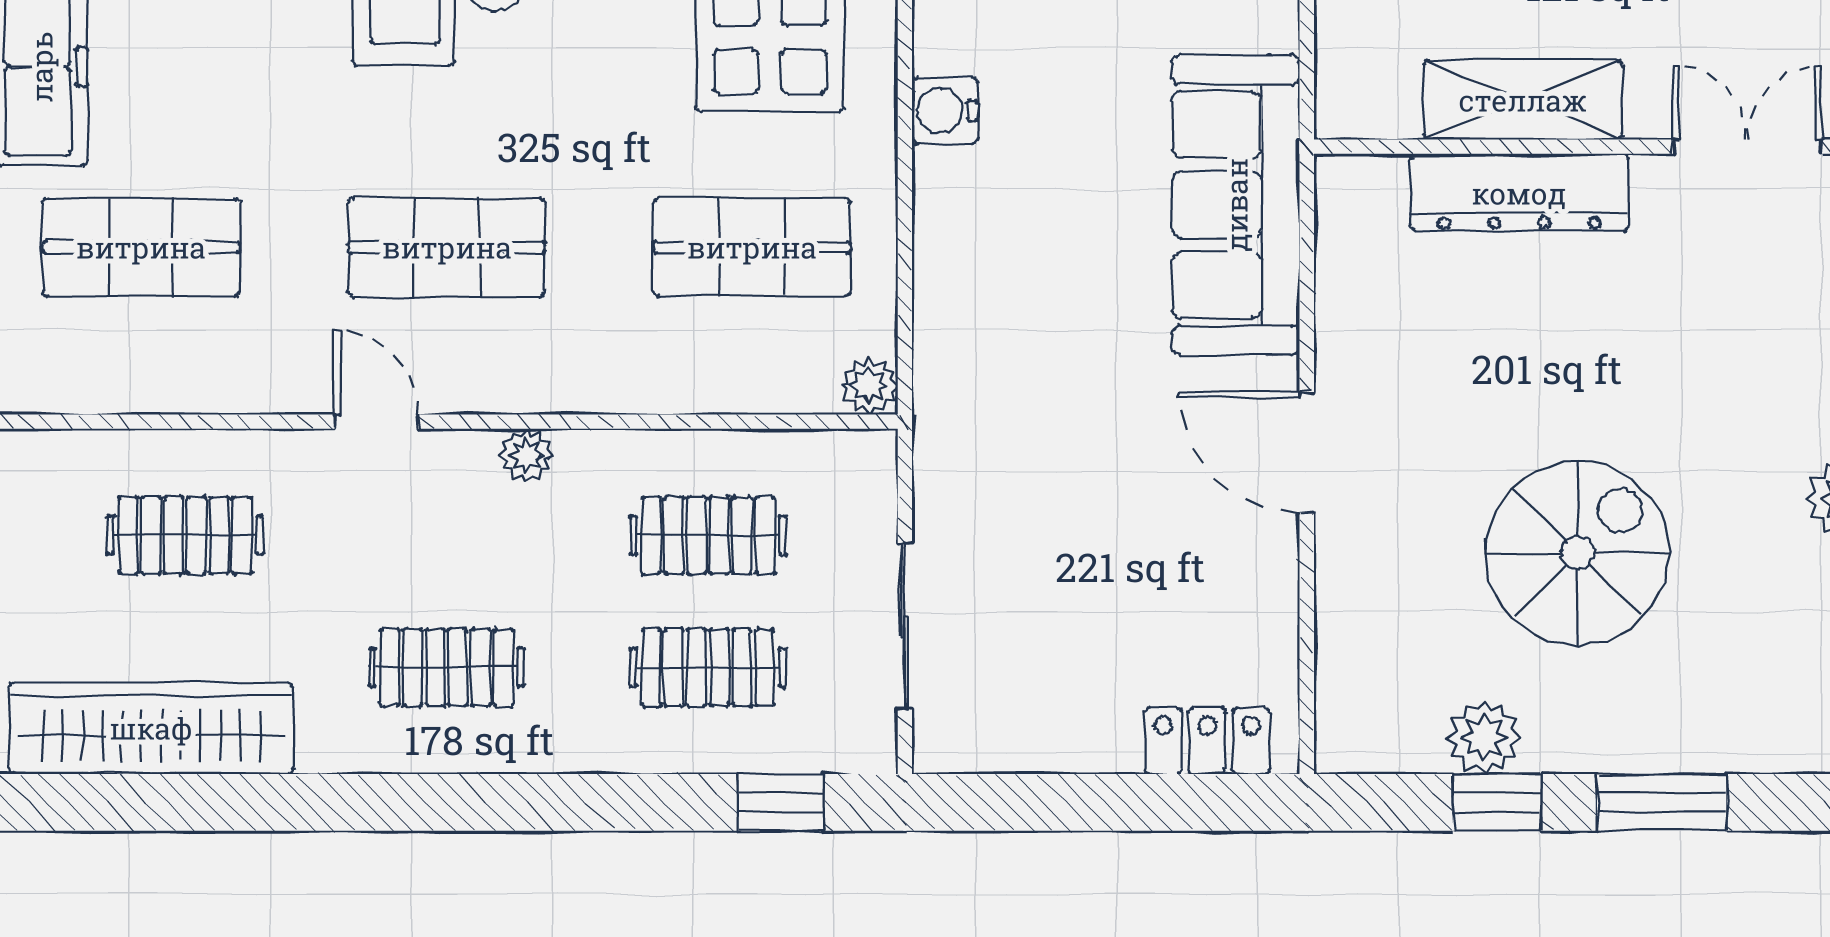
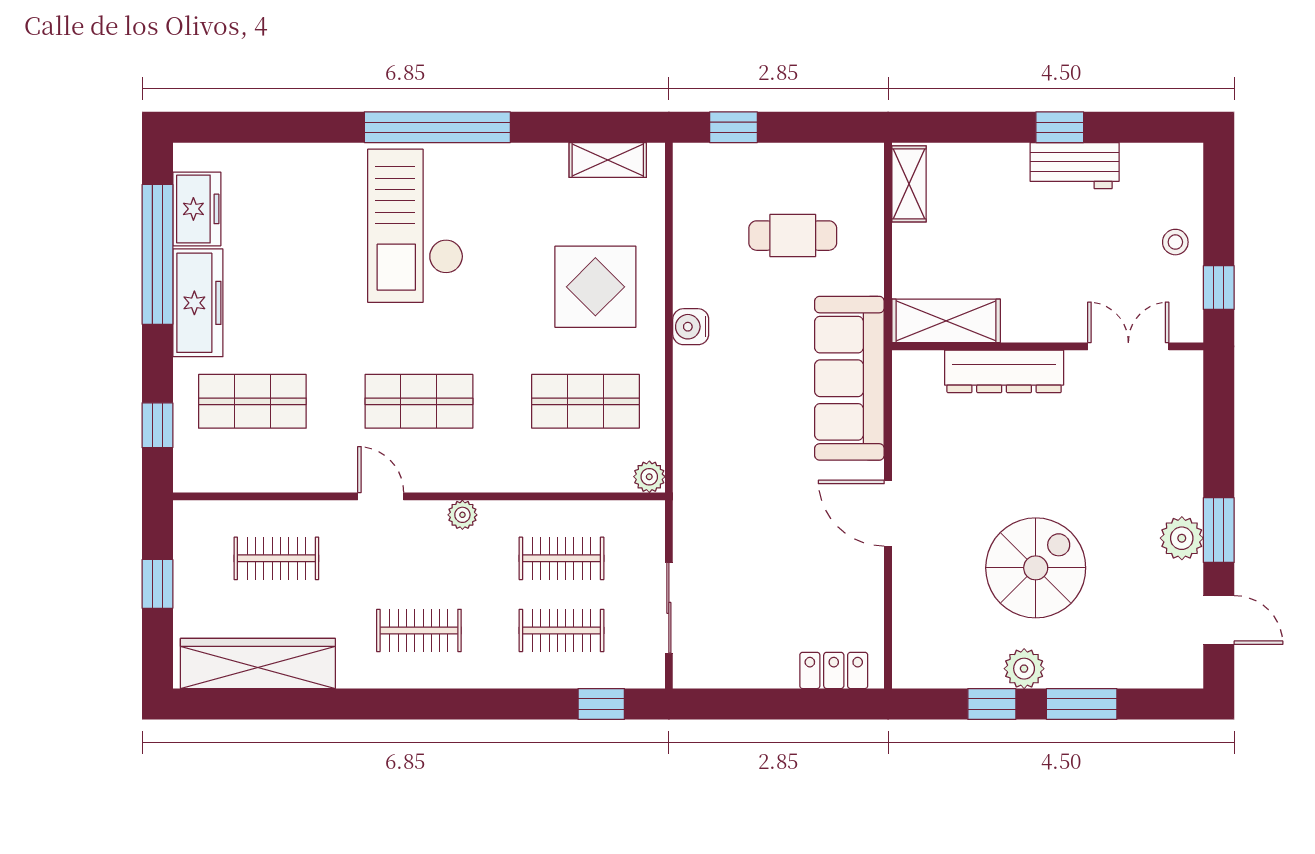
shelving: (1523, 100) -> (946, 321), moved
plant: (1484, 737) -> (1024, 669), moved

